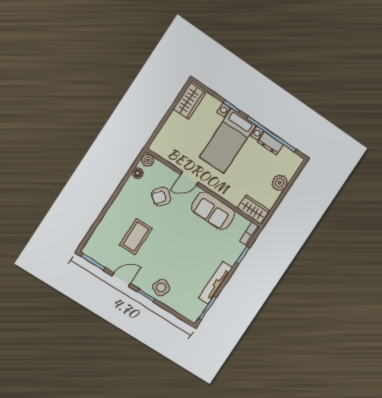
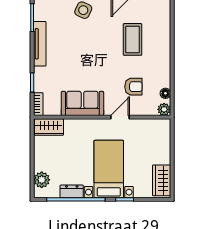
plant: (280, 183) -> (42, 180), moved
armchair: (161, 197) -> (133, 87), turned 49

